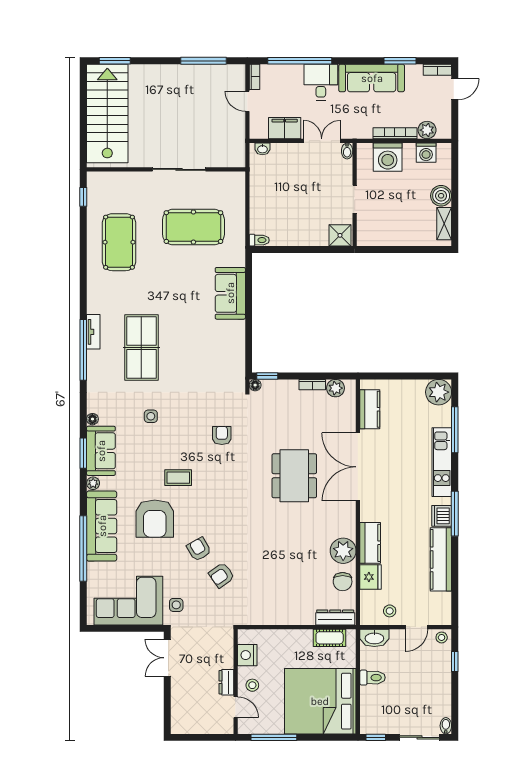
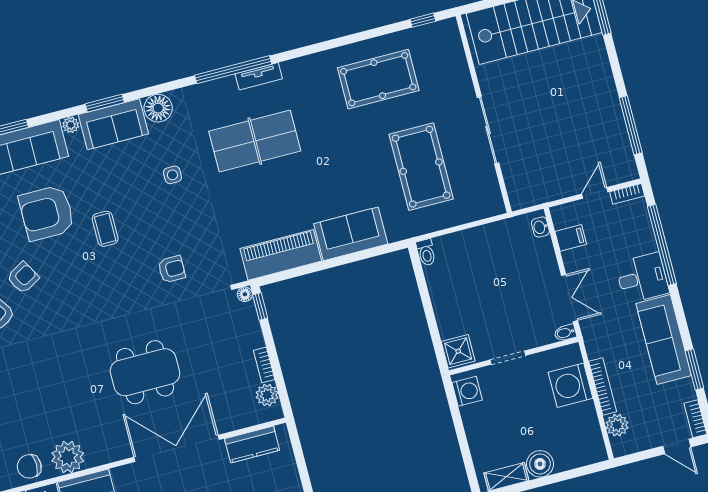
filing cabinet: (285, 128) -> (571, 238), width x0.50
washing machine: (426, 153) -> (467, 391), moved, turned 180
piano: (232, 350) -> (281, 255), added
floor lamp: (92, 419) -> (158, 108), width x1.89, depth x1.89

